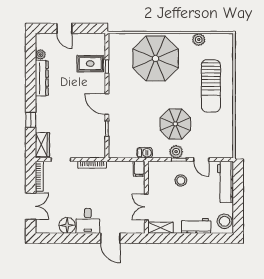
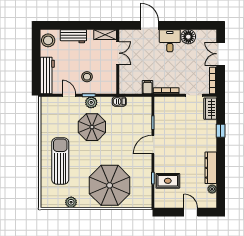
door: (107, 104) -> (153, 145), swing flipped
filing cabinet: (139, 169) -> (148, 87), moved

